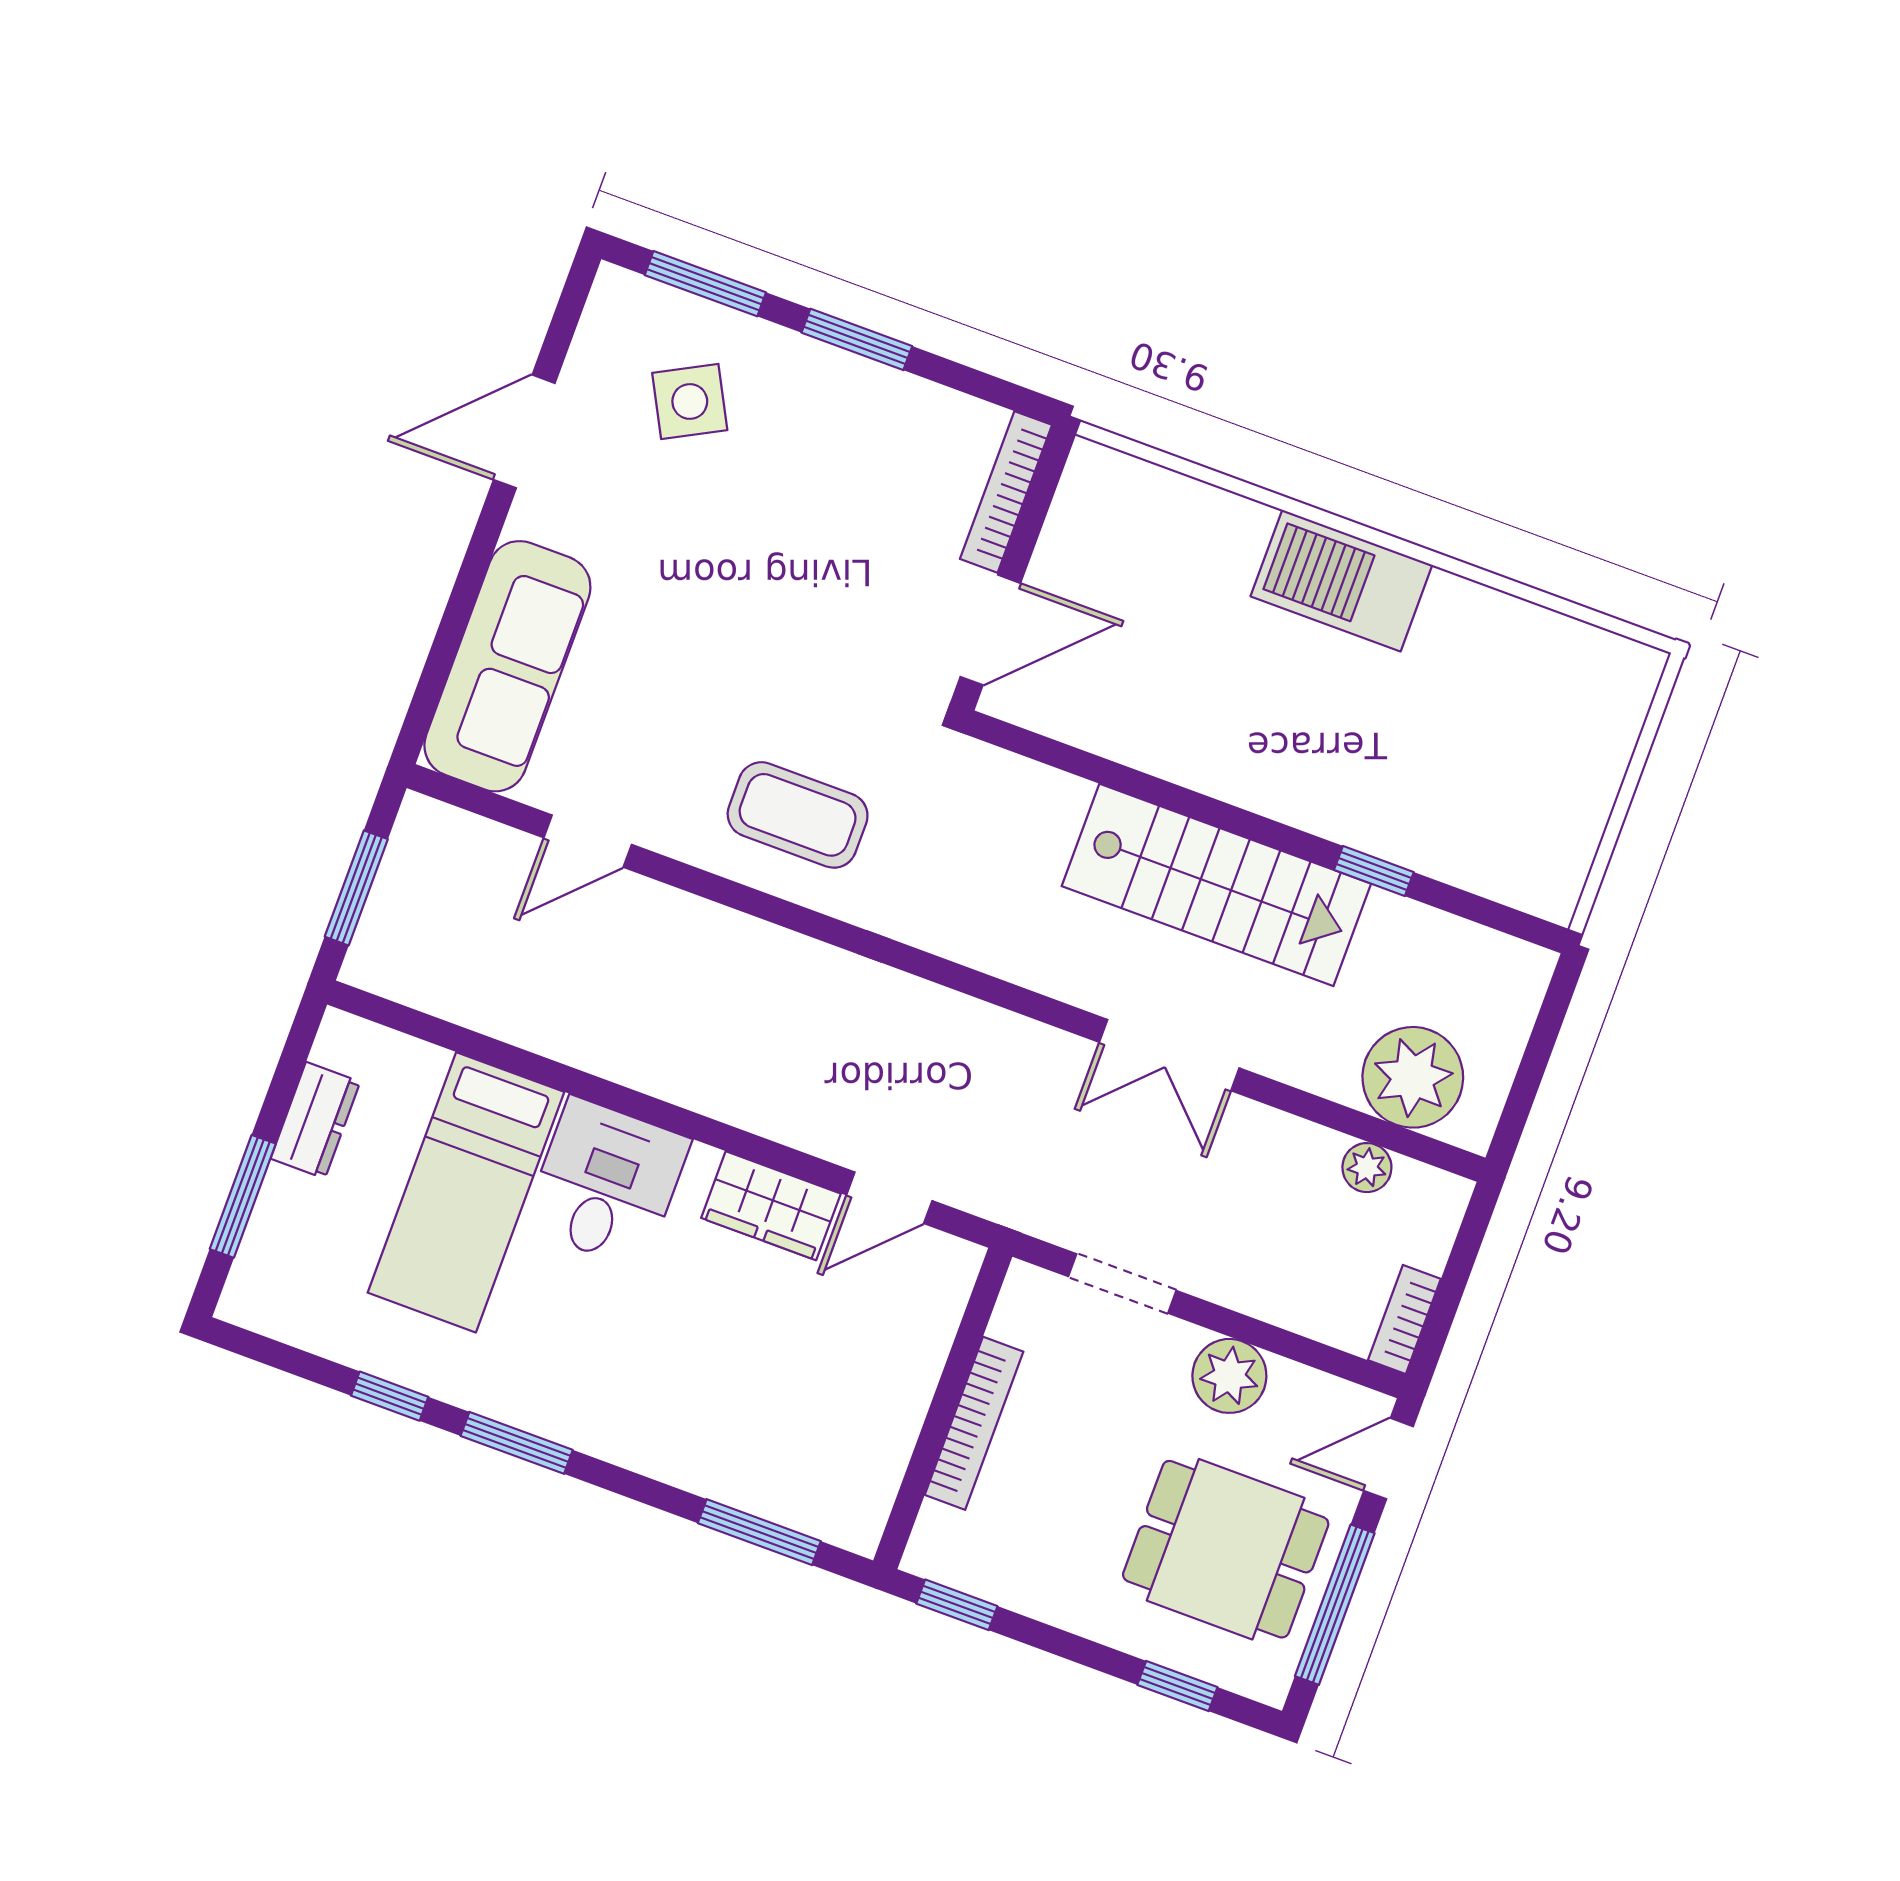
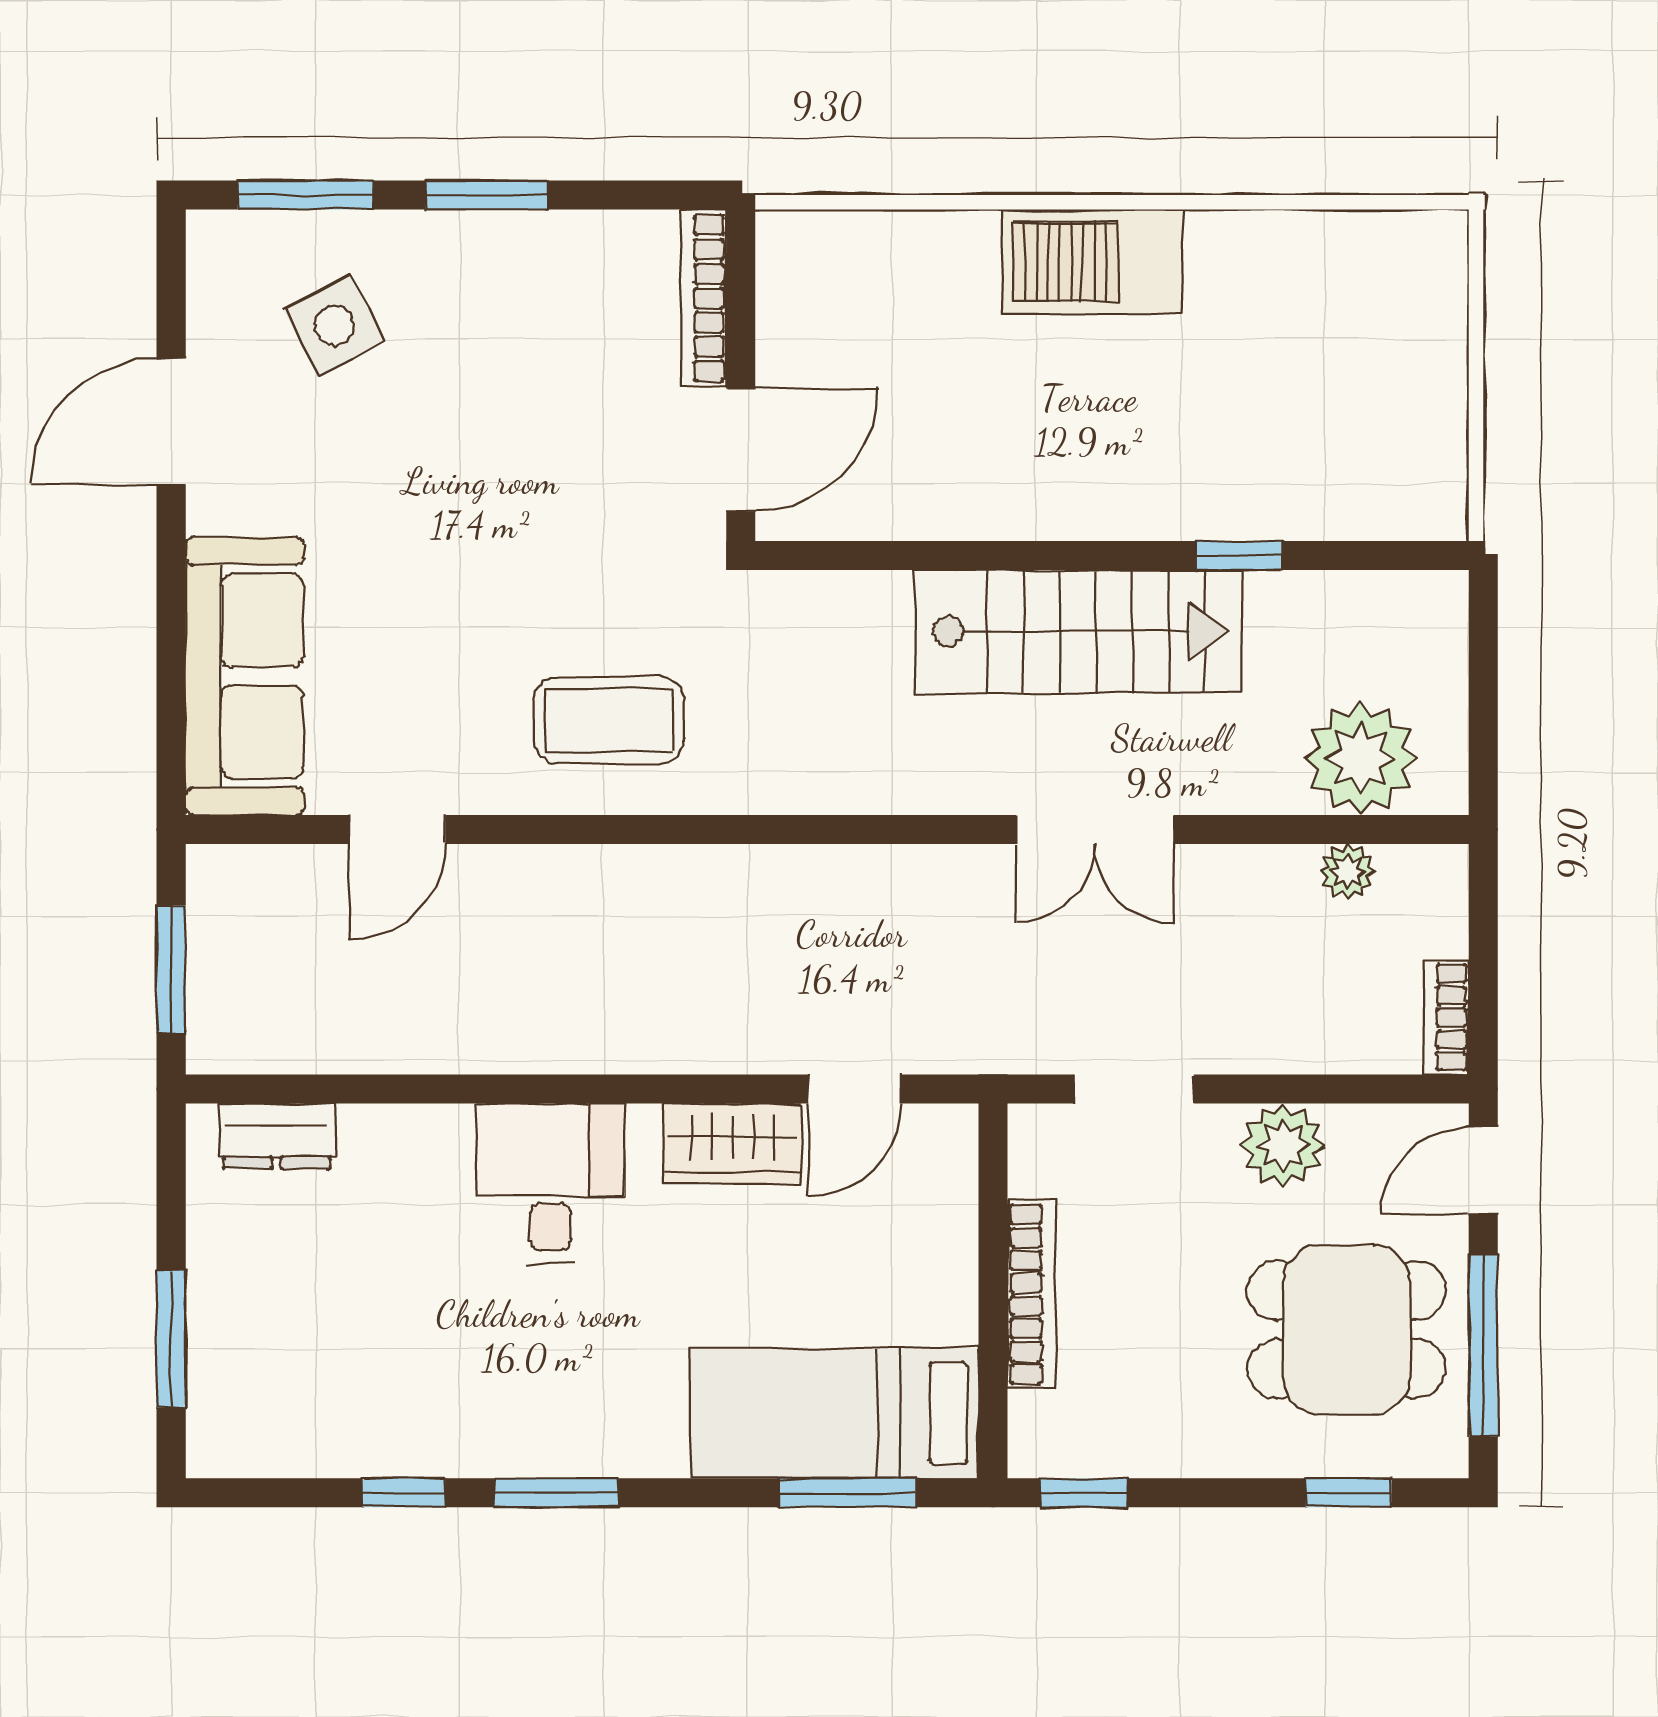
dresser: (315, 1120) -> (277, 1136), moved, turned 90
bed: (466, 1192) -> (834, 1413), moved, turned 90

